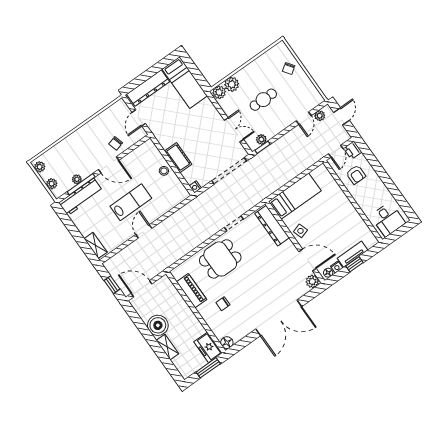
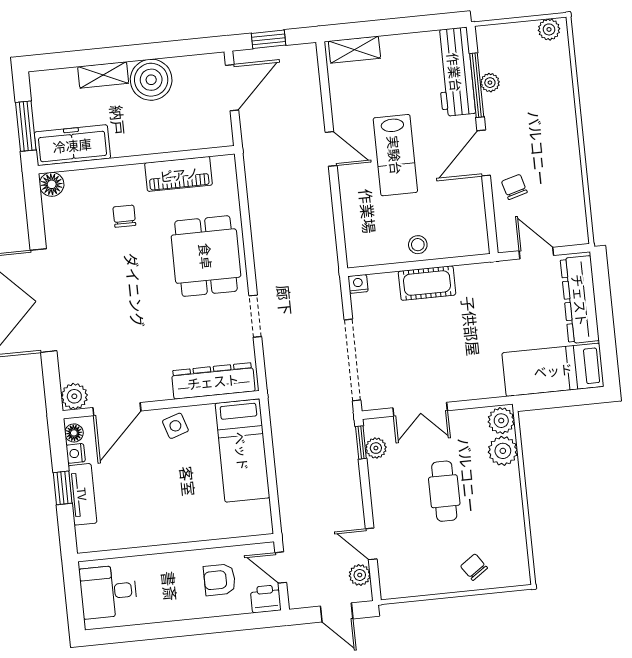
plant: (52, 184) -> (507, 34), removed
freezer: (208, 347) -> (72, 145), width x1.40

